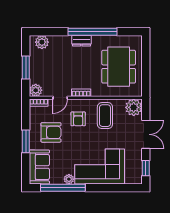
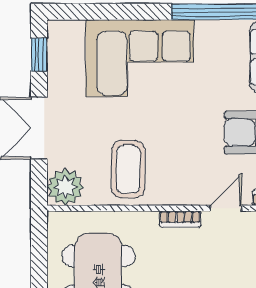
armchair: (78, 119) -> (187, 162), removed
plant: (69, 179) -> (207, 31), removed

